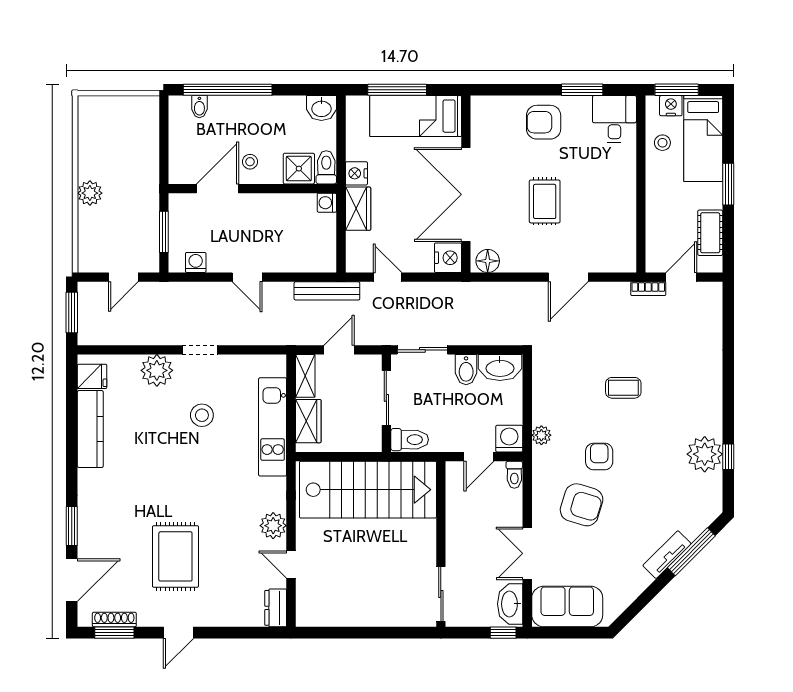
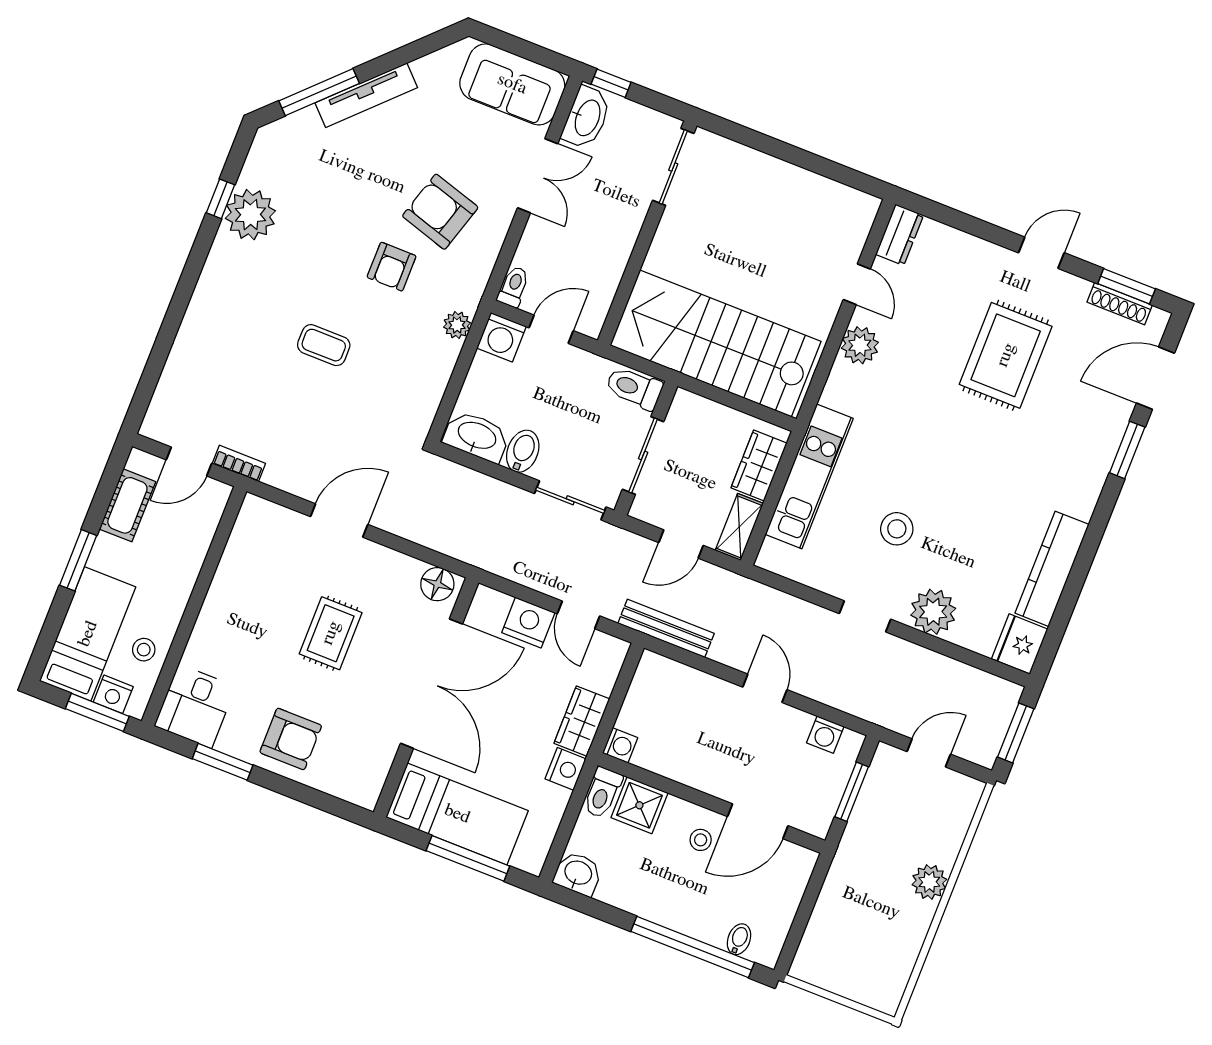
nightstand: (448, 258) -> (528, 623), moved, turned 90
fridge: (92, 376) -> (1020, 644), width x1.38
tv unit: (667, 555) -> (366, 95), width x1.41

